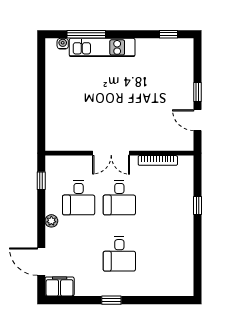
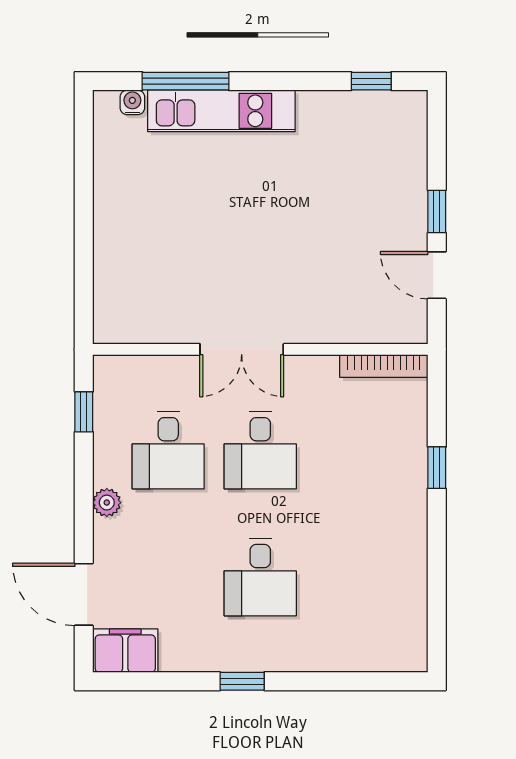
bookcase: (158, 160) -> (384, 366), moved

